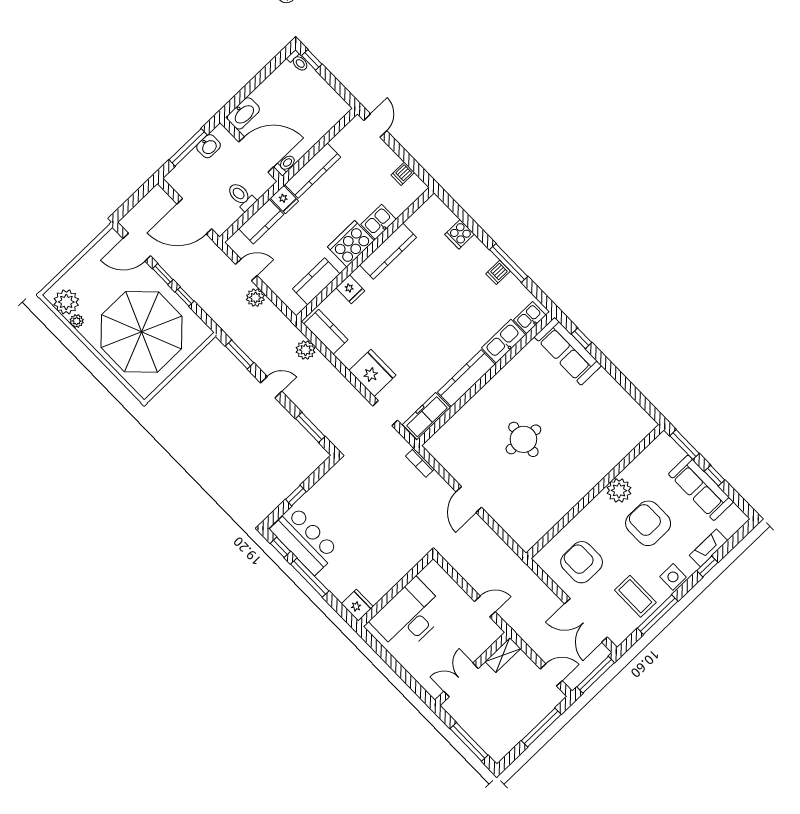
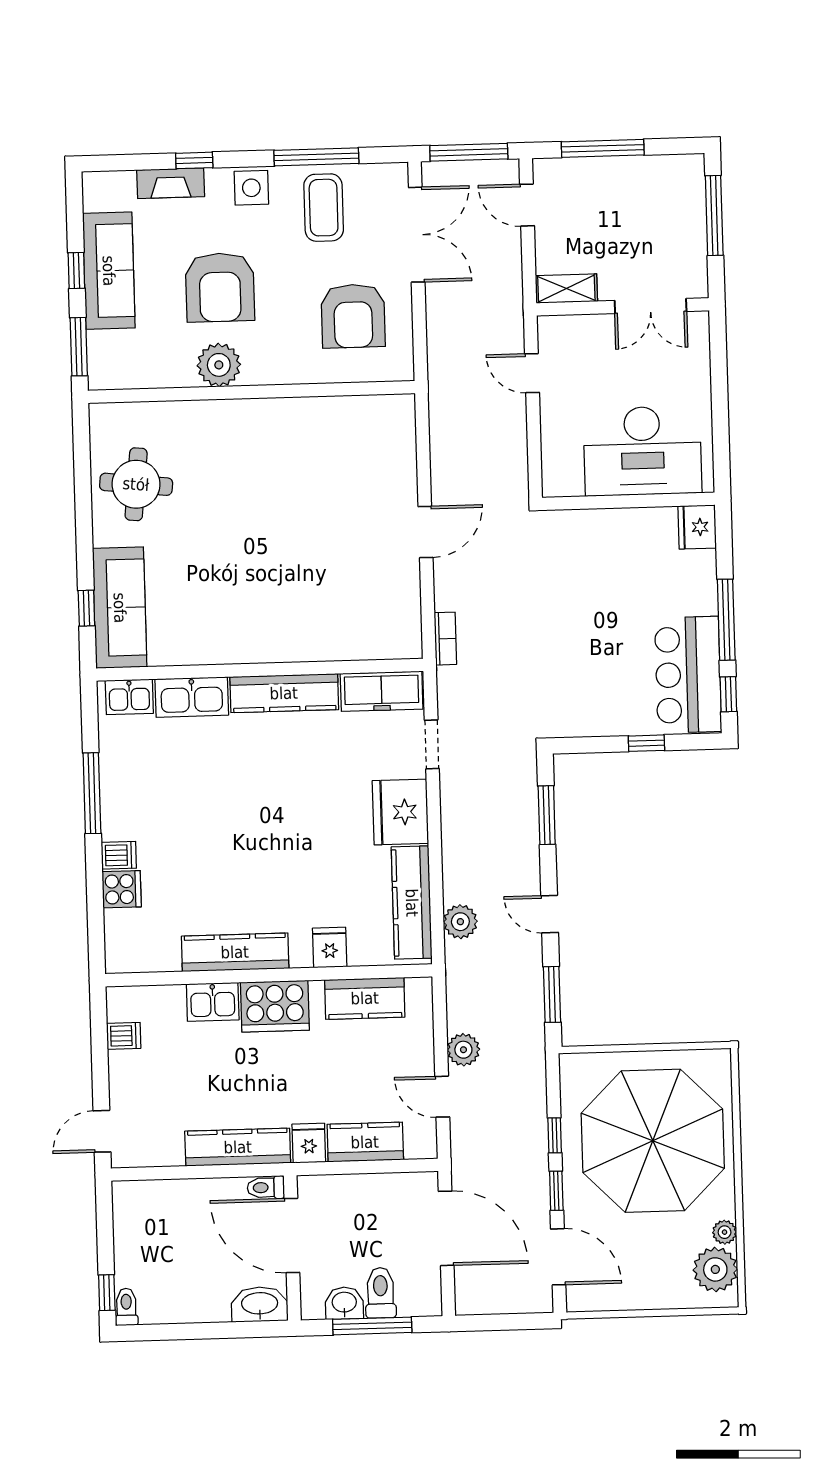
toilet: (241, 196) -> (381, 1293), moved, turned 180
dishwasher: (498, 272) -> (119, 855), moved
kitchen counter: (326, 332) -> (412, 903), width x1.50
round table: (523, 439) -> (136, 484), moved

